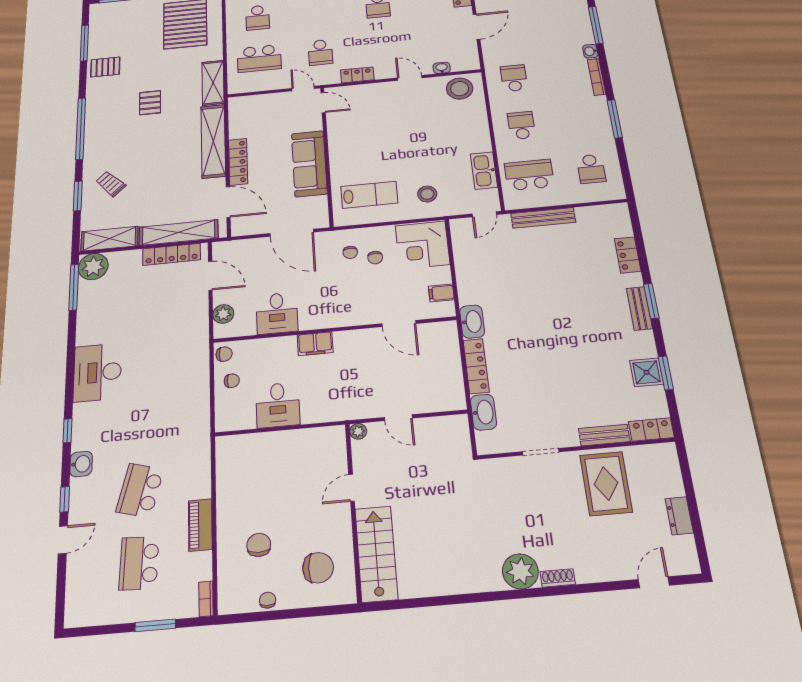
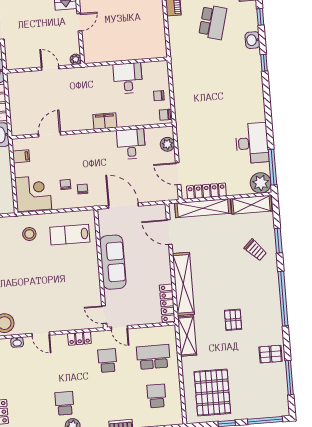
locker: (238, 162) -> (167, 303), moved
door: (399, 324) -> (50, 134), hinge flipped
desk: (97, 372) -> (252, 143), moved

